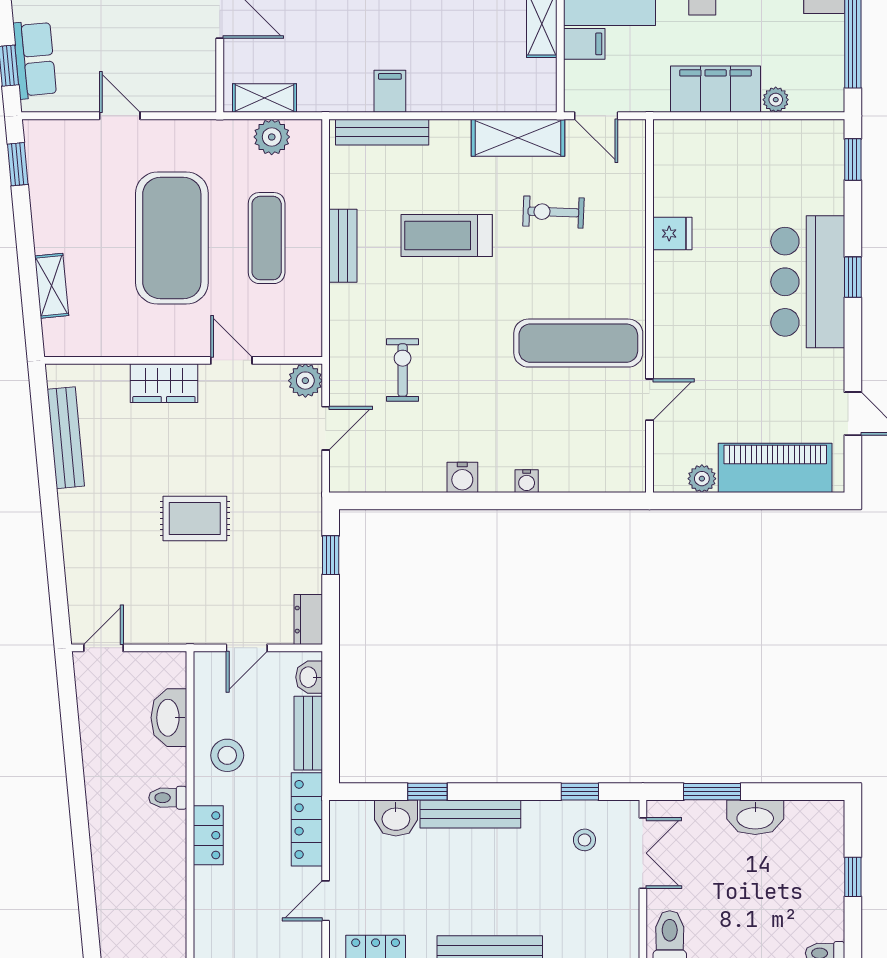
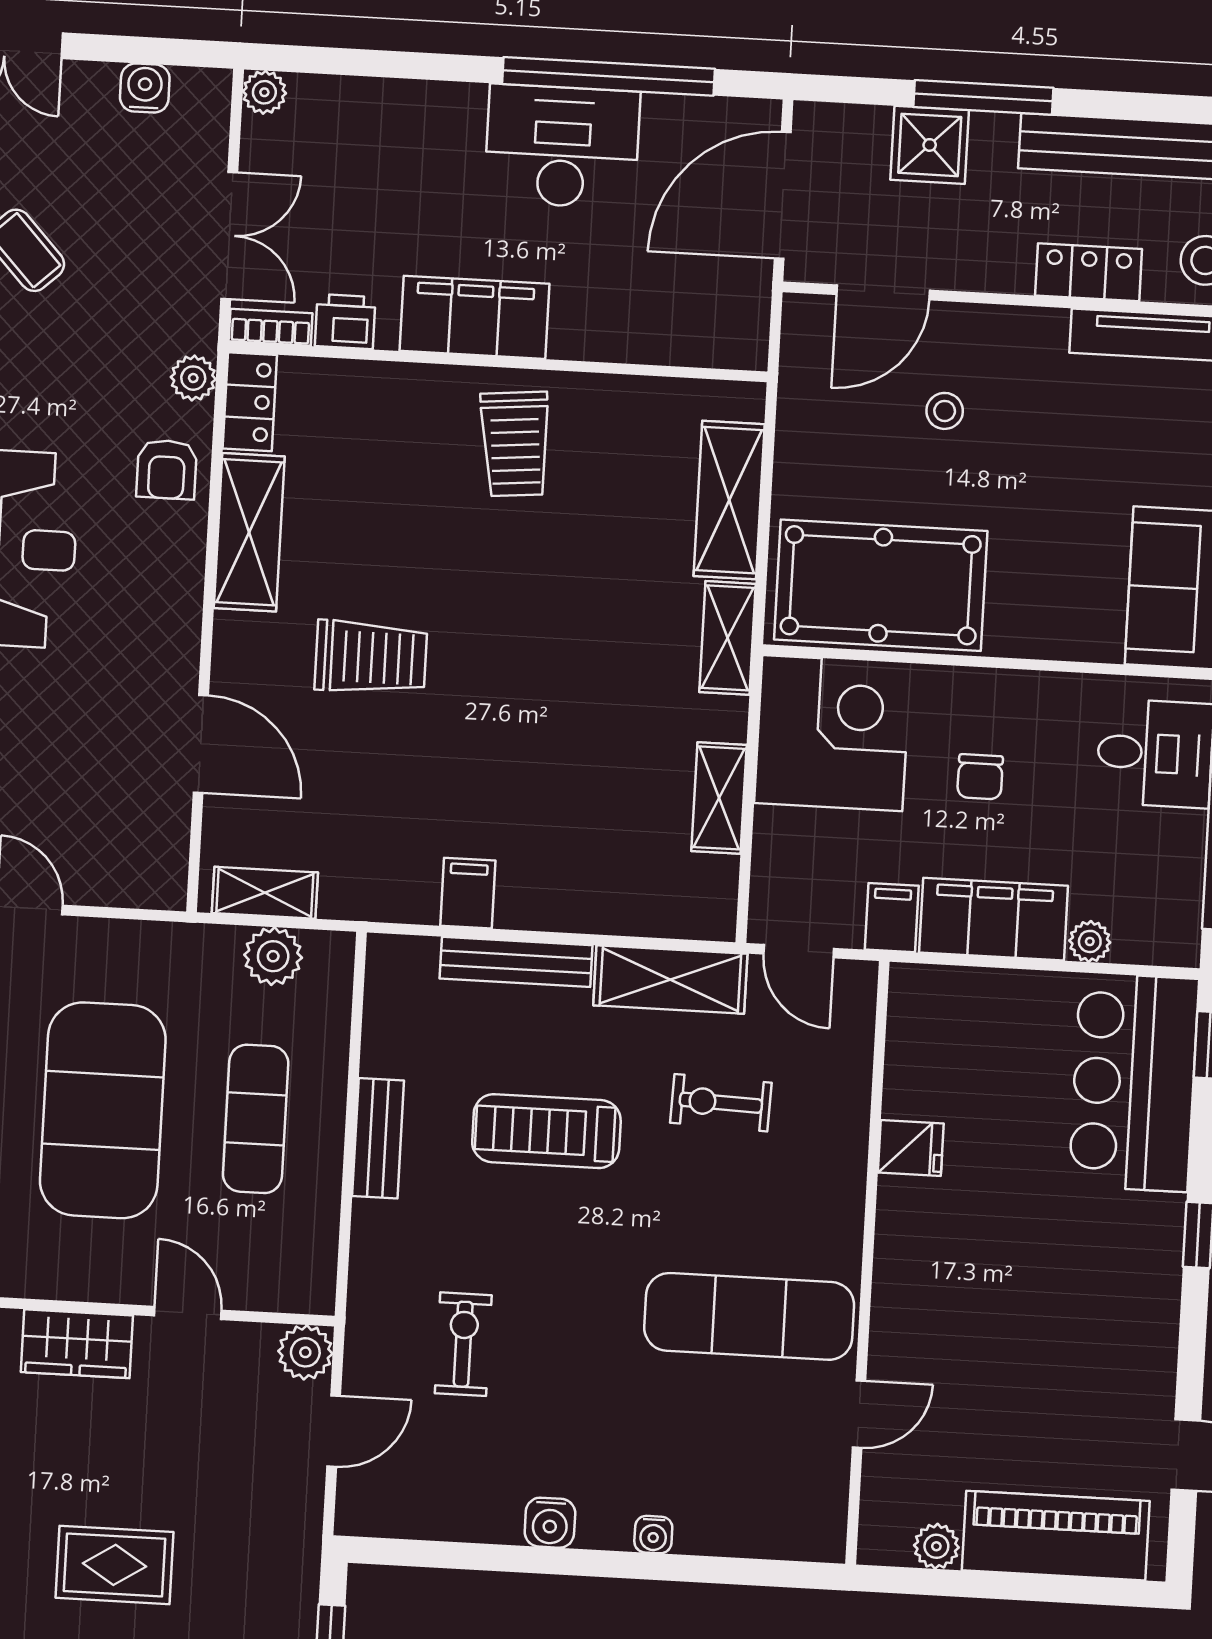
filing cabinet: (584, 44) -> (892, 918), moved, turned -90
bench: (382, 132) -> (516, 962), moved
bar counter: (808, 282) -> (1134, 1082), moved

